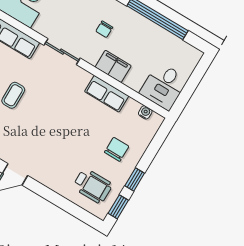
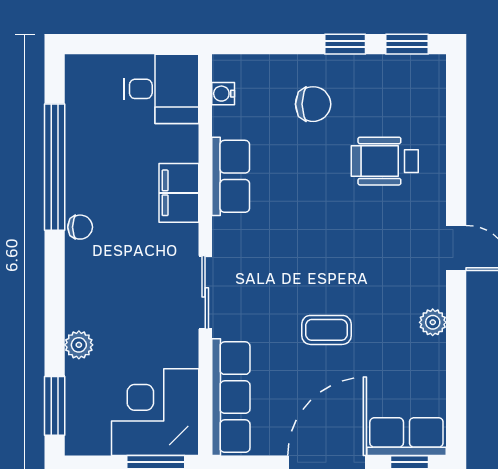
chair: (104, 29) -> (80, 227), moved
chair: (117, 149) -> (313, 104), turned 180
wheelchair: (93, 186) -> (385, 161), moved, turned -90

